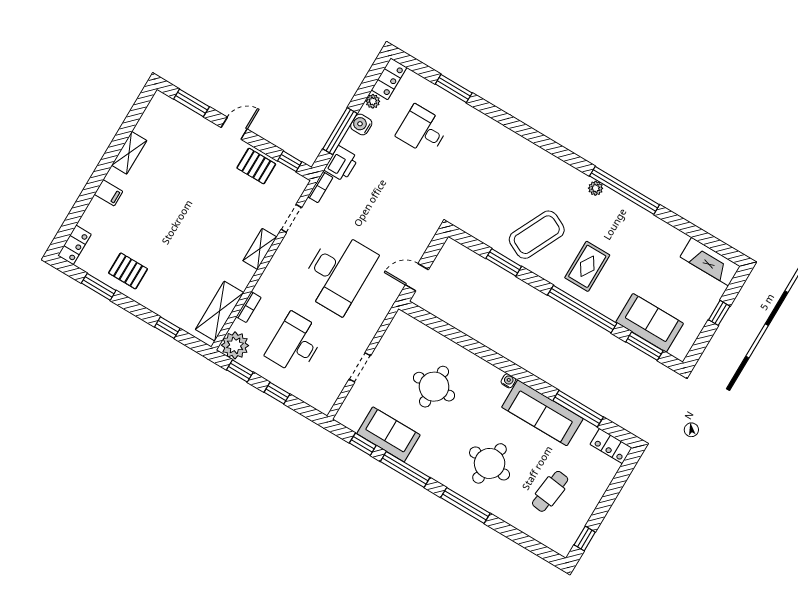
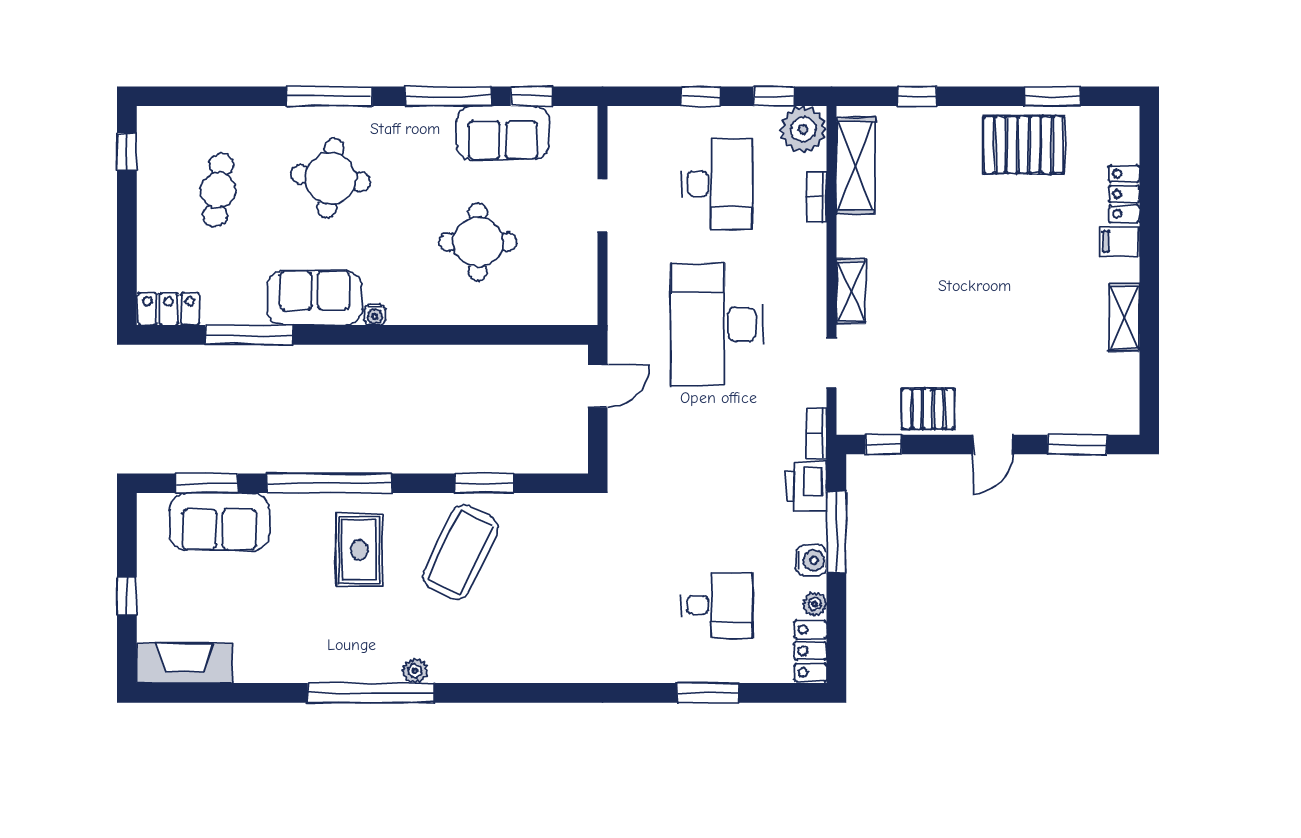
locker: (74, 245) -> (1124, 194), moved
pallet: (128, 271) -> (1024, 145), width x1.50, depth x1.42
sofa: (542, 413) -> (315, 298), width x0.73

